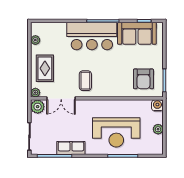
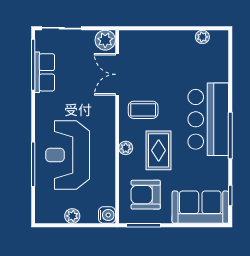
sofa: (137, 33) -> (200, 207), moved, turned 90
rug: (45, 68) -> (159, 150), moved, turned 90
plant: (35, 93) -> (126, 148), moved
row of seats: (71, 148) -> (45, 72), moved

